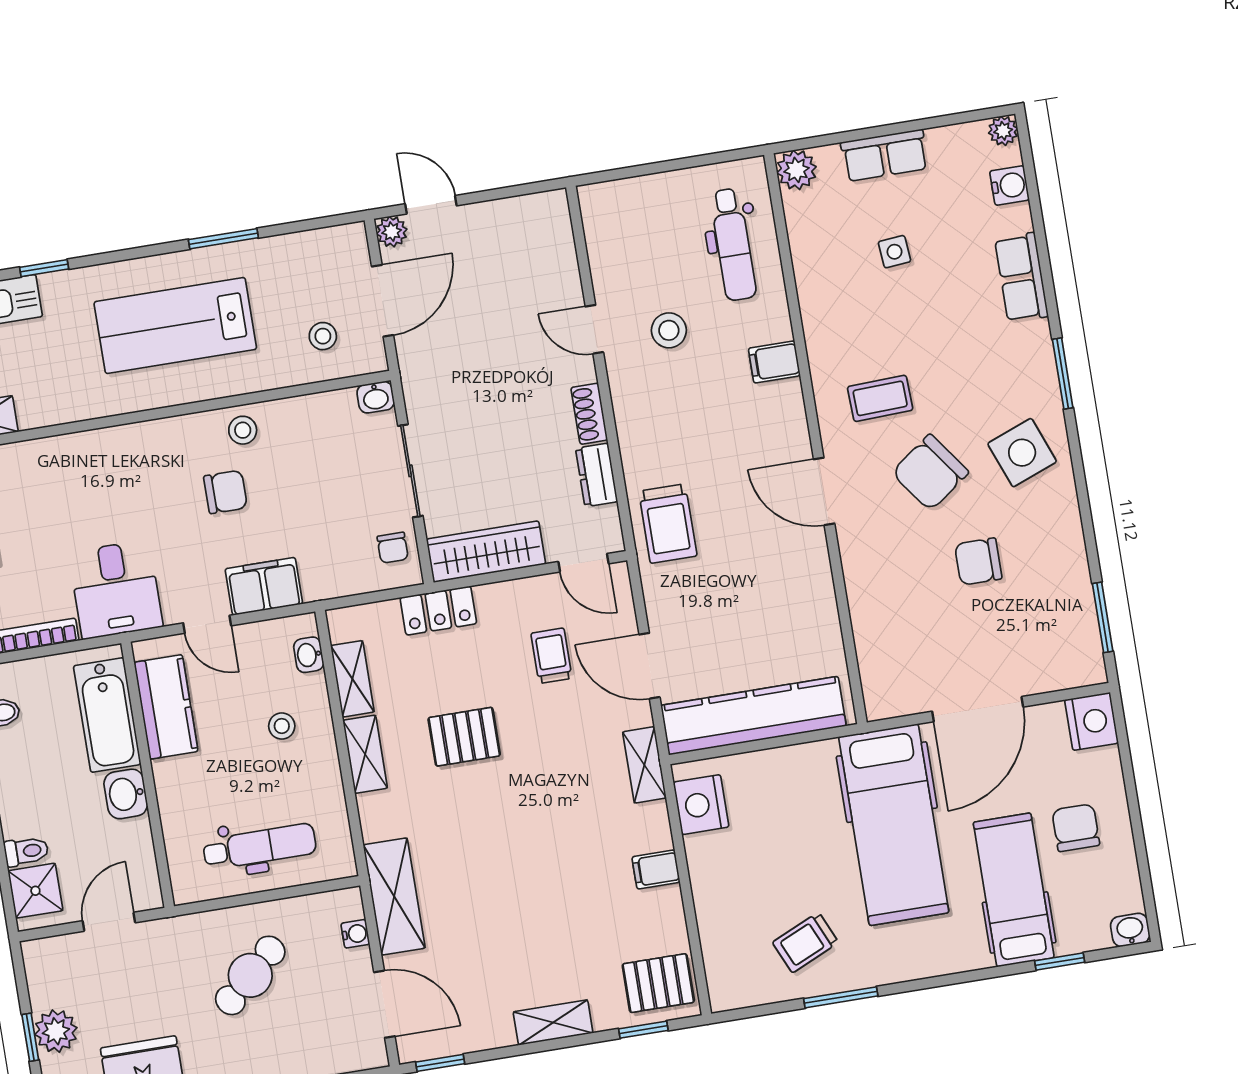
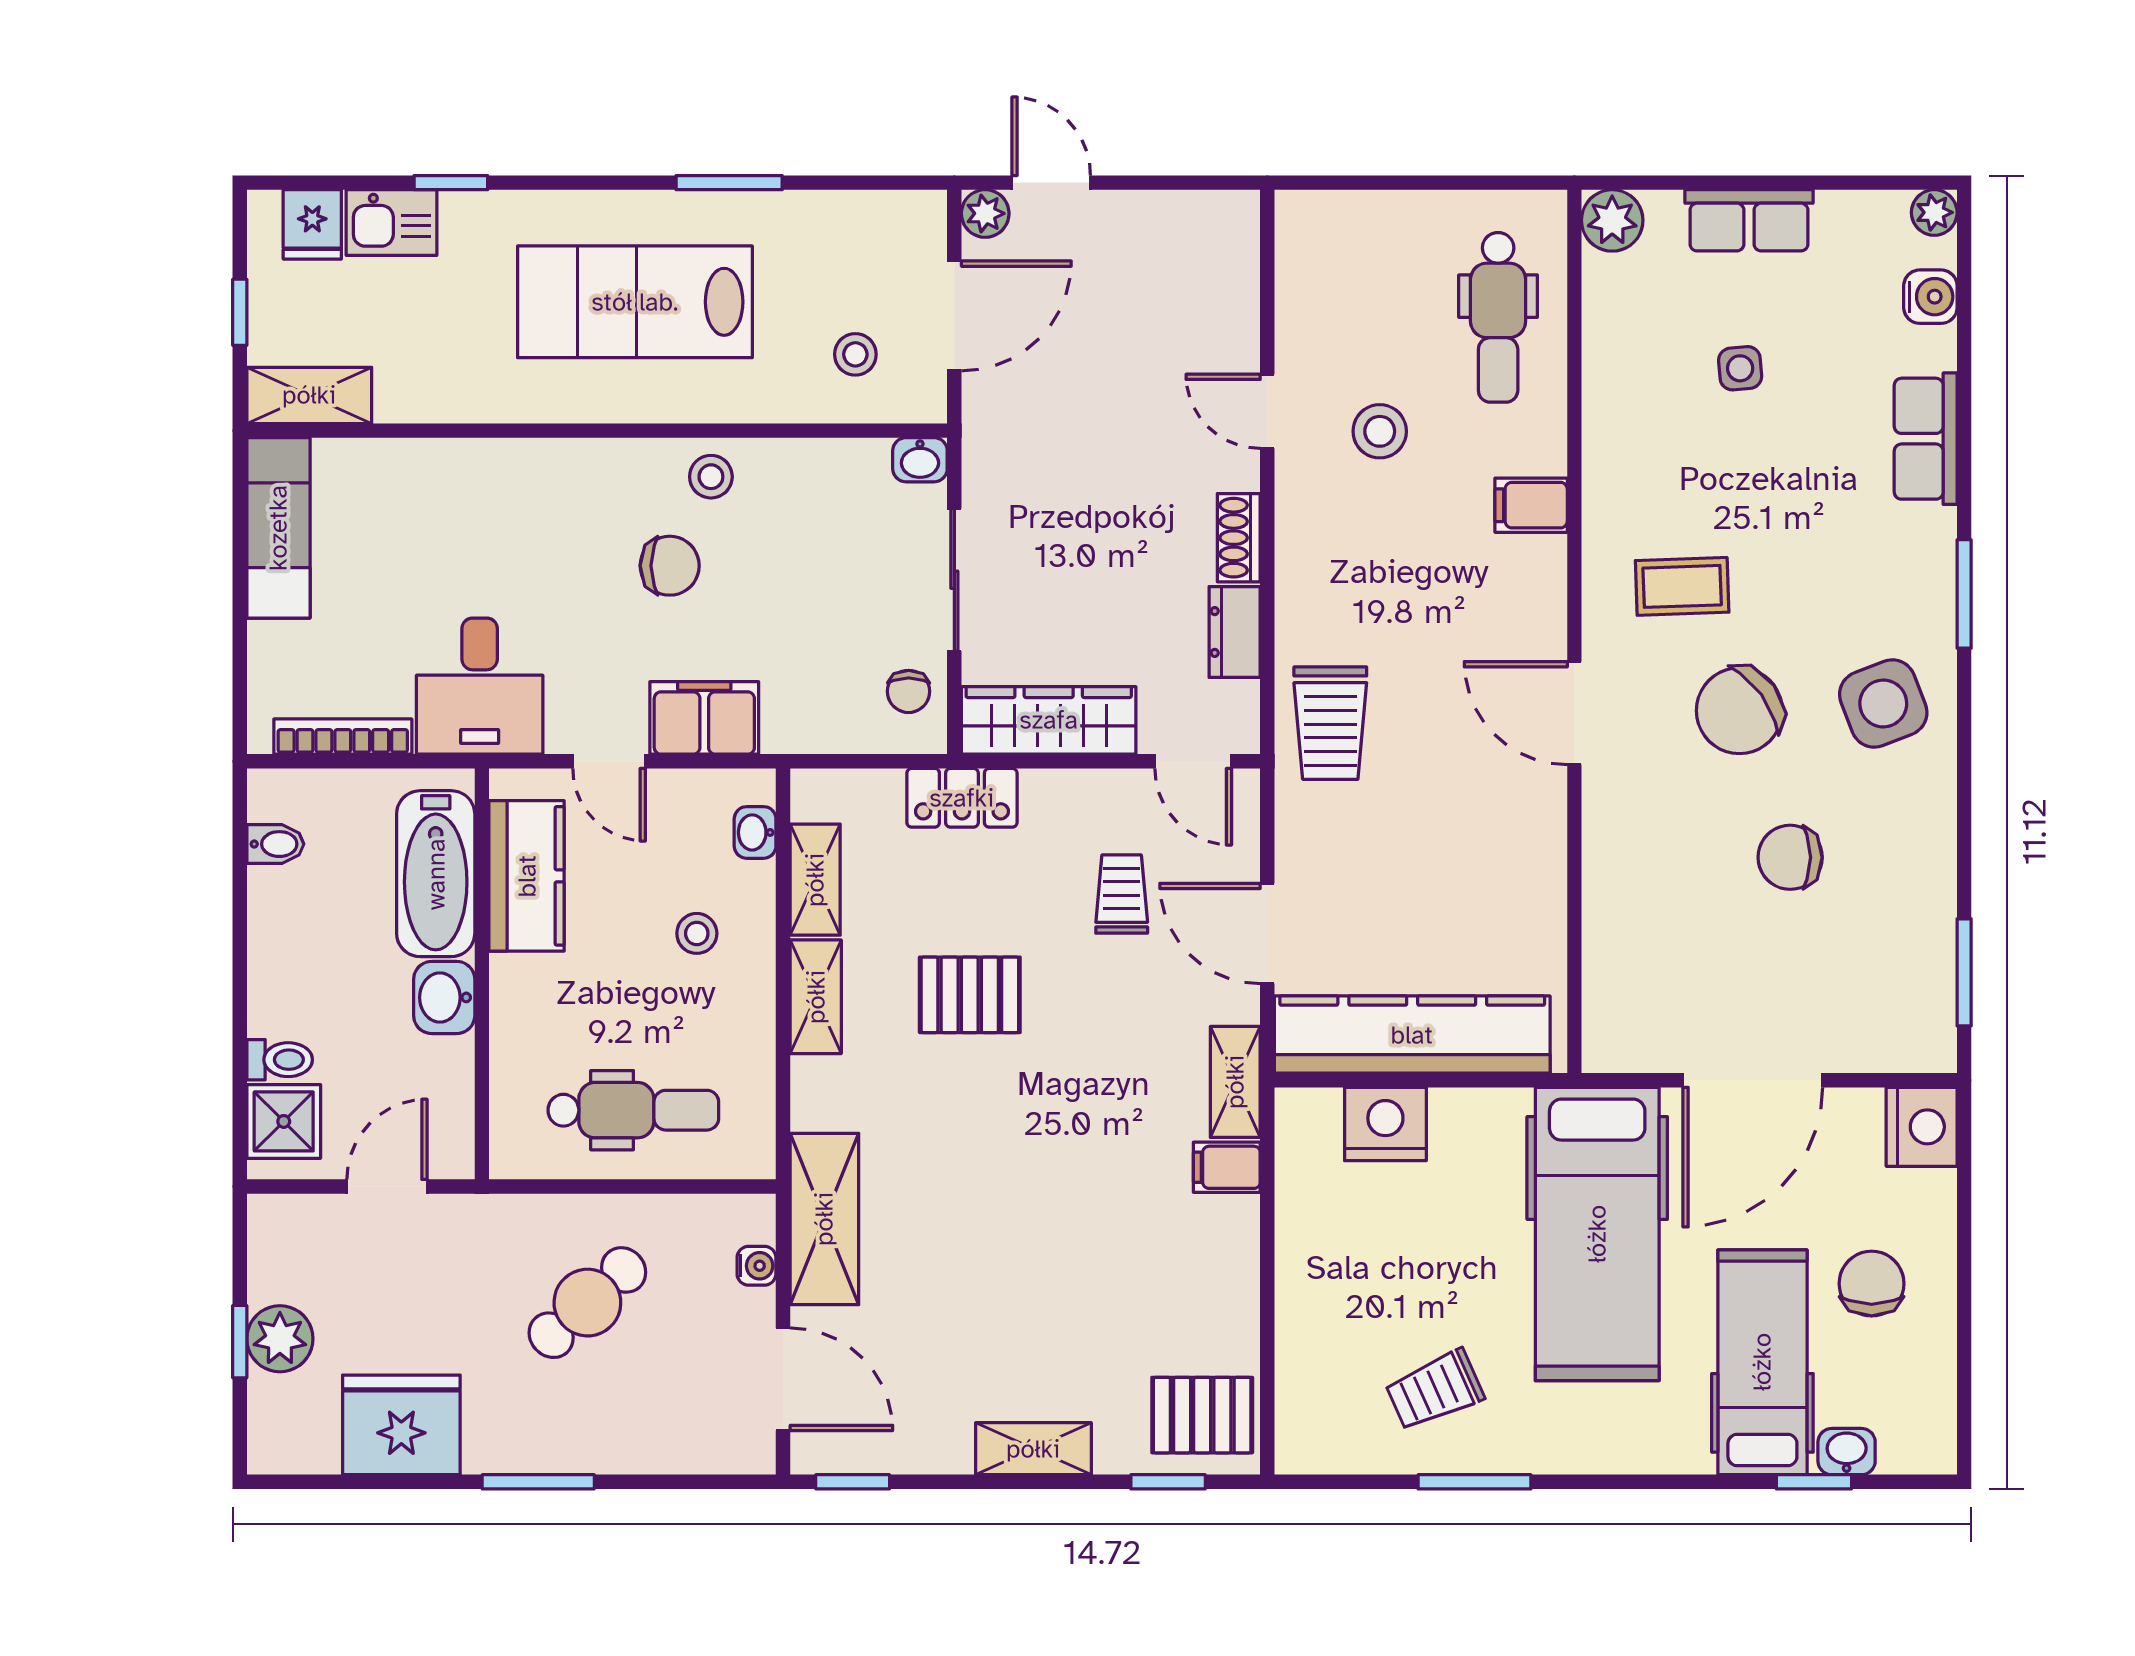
nightstand: (701, 805) -> (1385, 1124), moved, turned 90
filing cabinet: (656, 870) -> (1227, 1167), moved
washbasin: (1130, 930) -> (1847, 1452), moved

